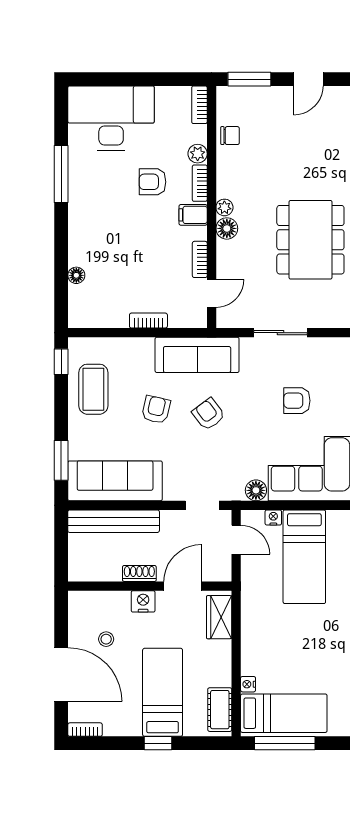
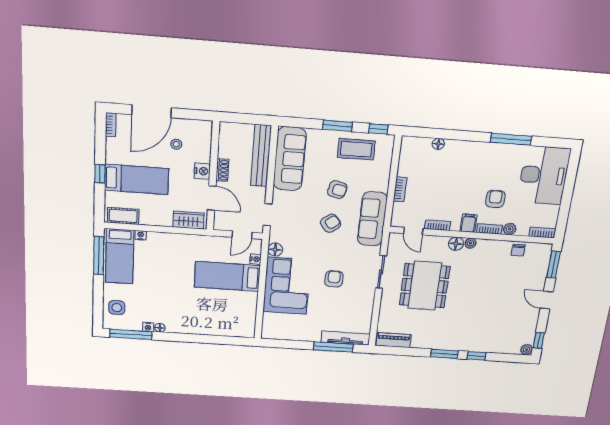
dining table: (310, 240) -> (425, 286), moved, turned 90
window: (61, 460) -> (338, 126), moved

